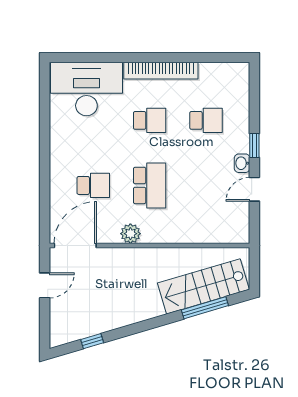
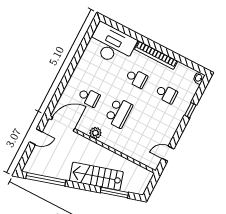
window: (254, 145) -> (190, 110), moved
washbasin: (242, 163) -> (199, 78), moved
door: (254, 189) -> (168, 154), moved
stairs: (203, 286) -> (96, 176), moved
window: (92, 341) -> (46, 179), width x3.17

